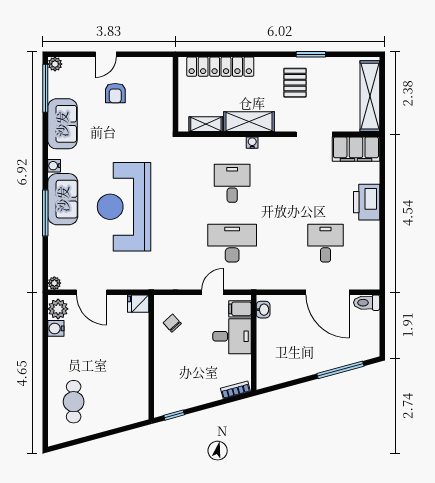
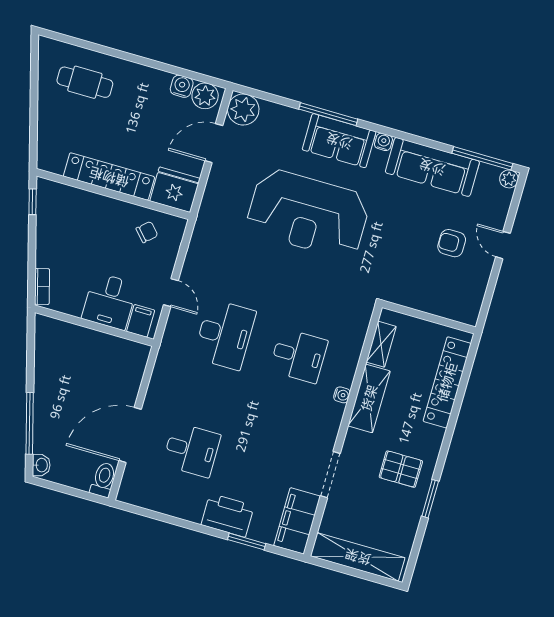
sofa: (62, 124) -> (432, 167), width x1.36
window: (382, 182) -> (247, 542), added
reception desk: (124, 207) -> (308, 214), turned 180
plant: (54, 283) -> (243, 109), width x1.88, depth x1.88
fridge: (138, 304) -> (175, 190), width x1.88, depth x1.34
washbasin: (263, 310) -> (41, 465), moved, turned -105
locker: (139, 363) -> (109, 177), added

